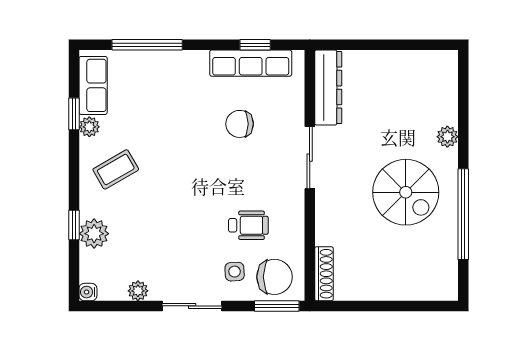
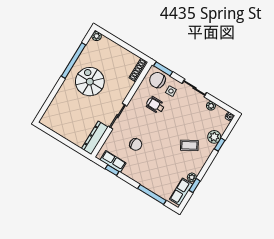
row of seats: (251, 63) -> (113, 161), width x0.68
plant: (447, 137) -> (97, 36), moved
coffee table: (116, 169) -> (189, 145), moved

